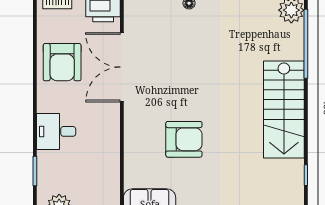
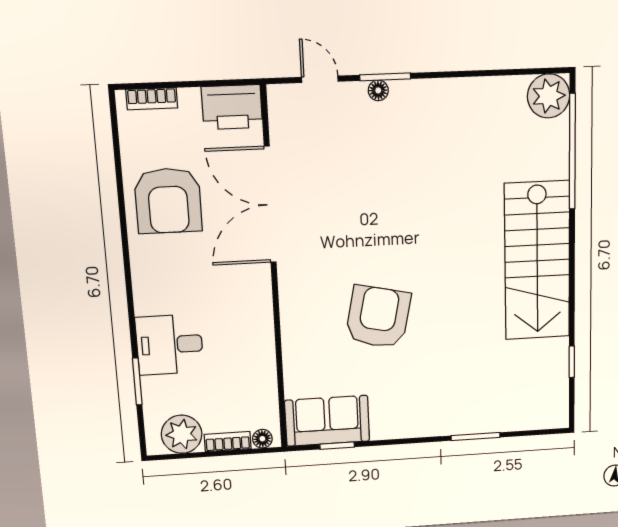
desk: (56, 131) -> (170, 345), moved
armchair: (184, 139) -> (378, 317), turned -78

